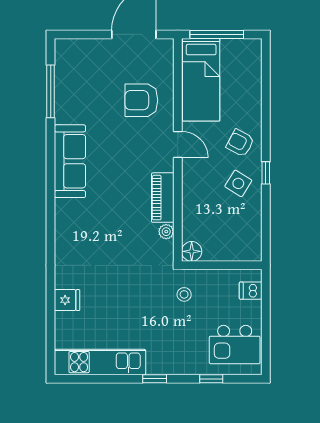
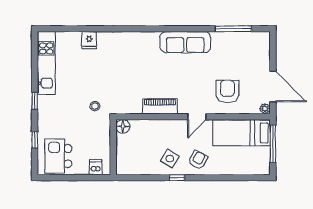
plant: (166, 232) -> (265, 109), moved
stool: (184, 294) -> (95, 106), moved

